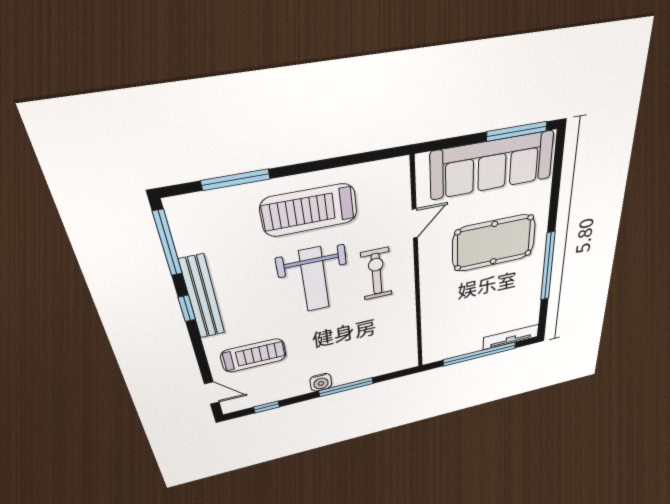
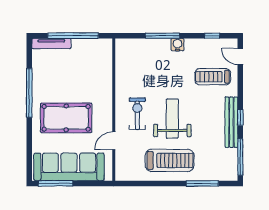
exercise bike: (377, 274) -> (137, 114), turned 180

